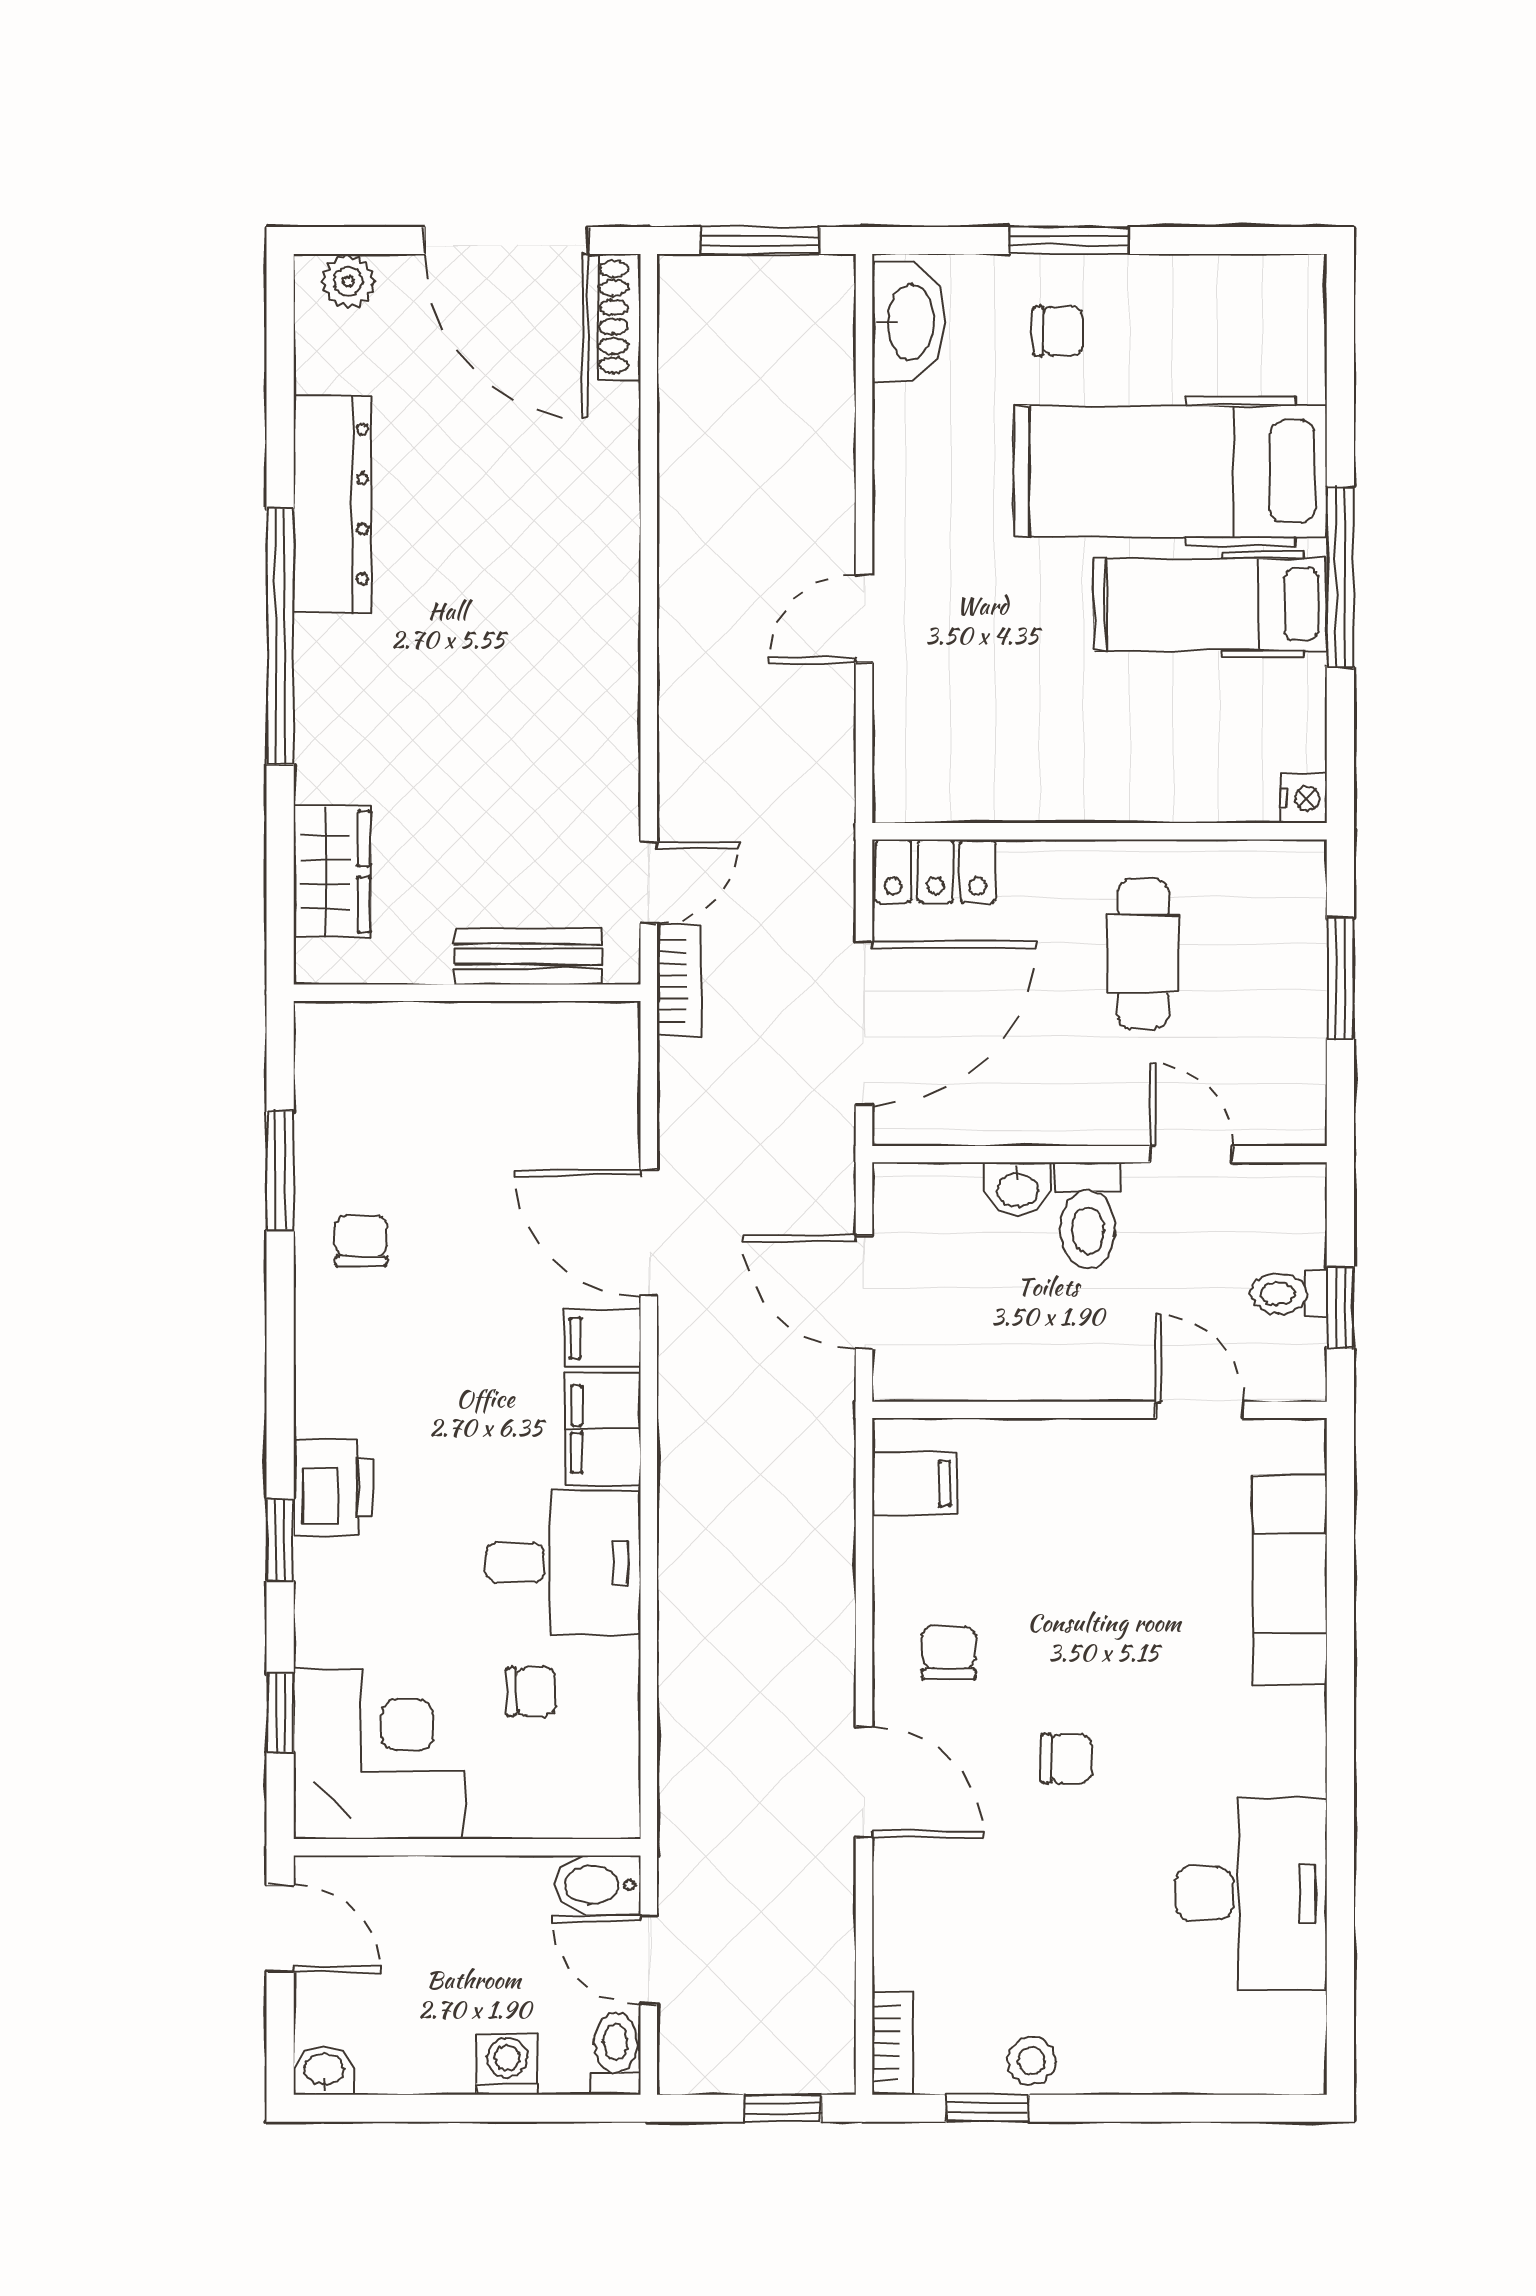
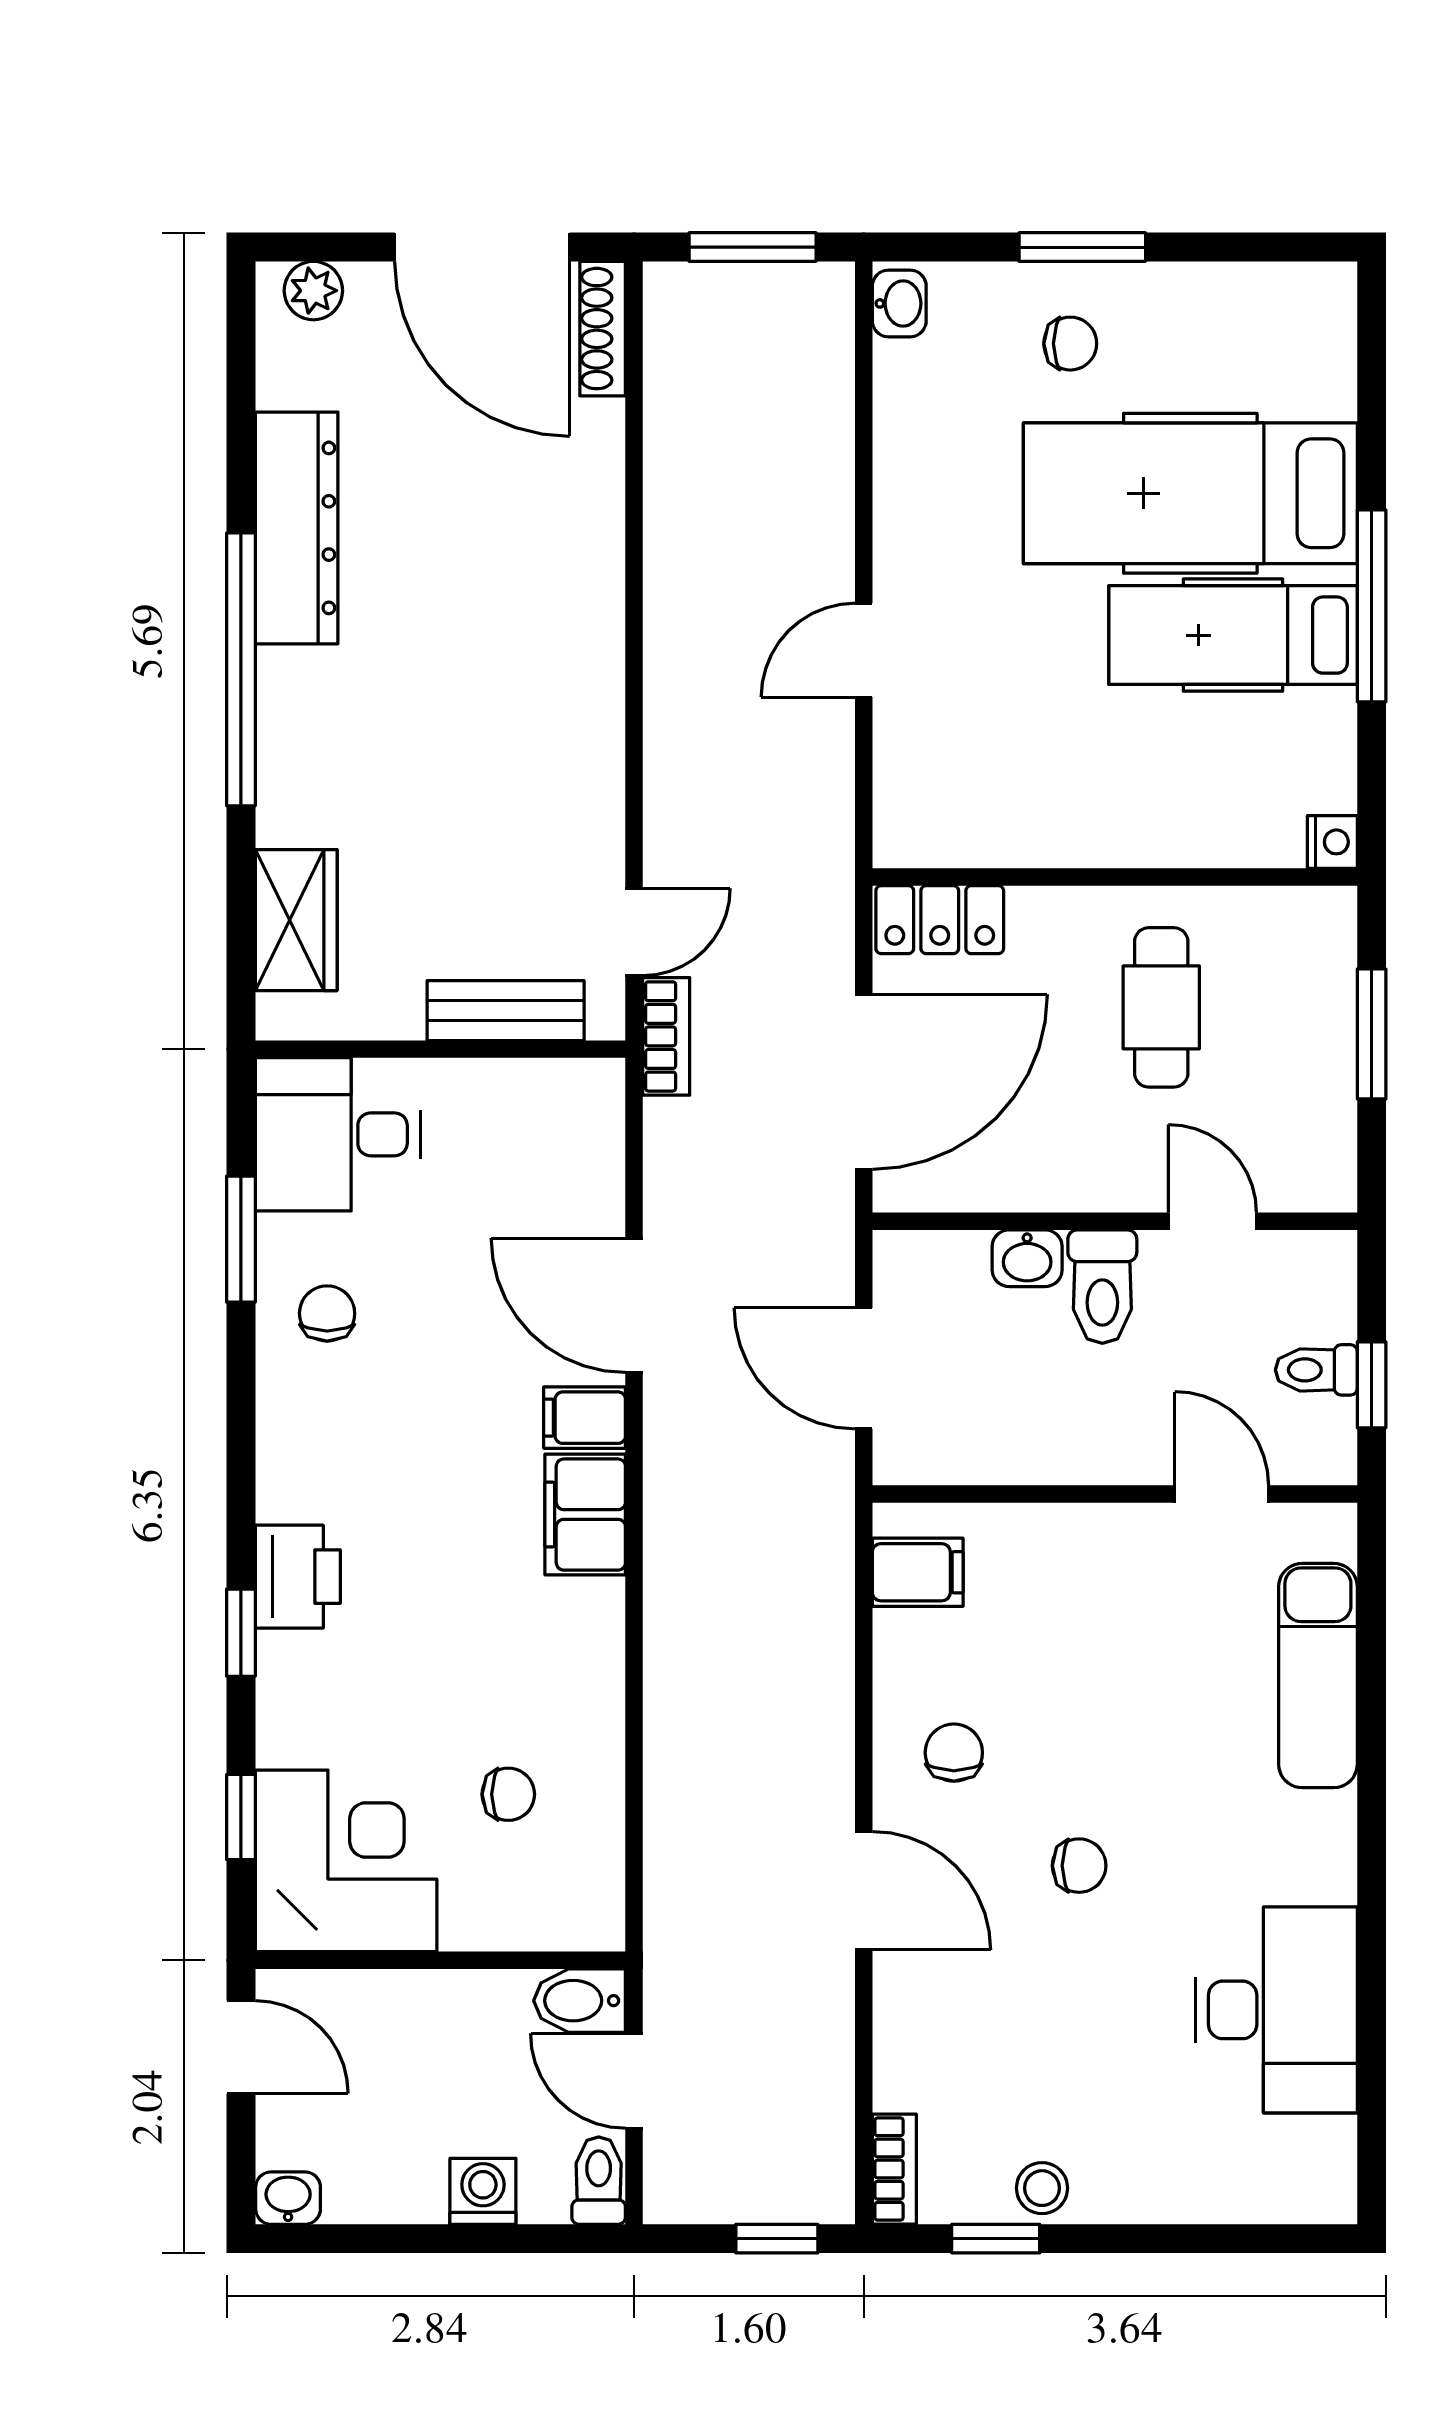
washbasin: (909, 322) -> (899, 303), width x0.52, depth x0.69
desk: (563, 1563) -> (338, 1134), moved, turned 180

